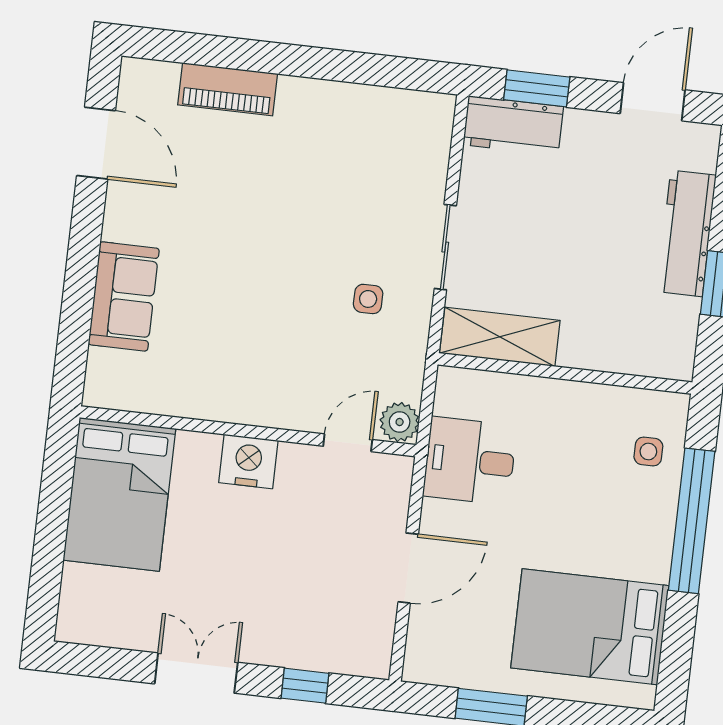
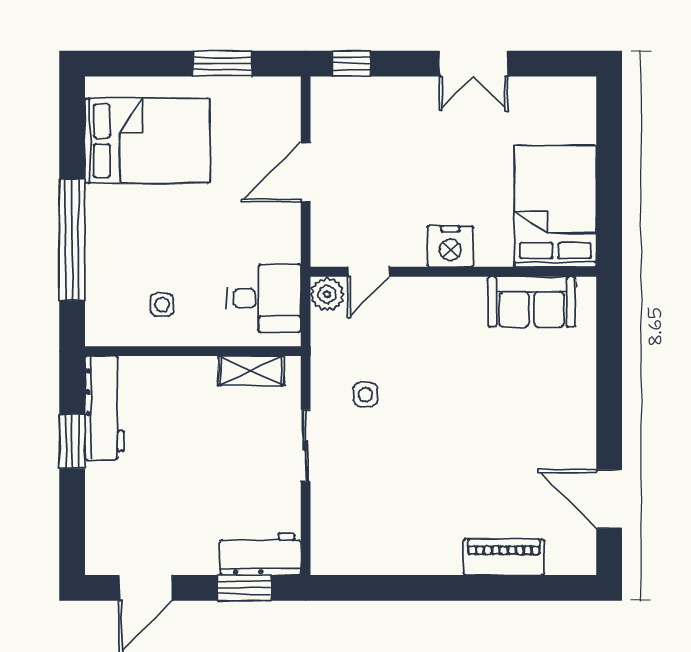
workbench: (687, 233) -> (104, 408), moved
sofa: (124, 296) -> (532, 302), moved, turned -90
shelving: (500, 337) -> (251, 371), width x0.67, depth x0.75
side table: (648, 452) -> (162, 305), moved
desk: (470, 461) -> (264, 298), moved
window: (305, 686) -> (352, 64), moved

